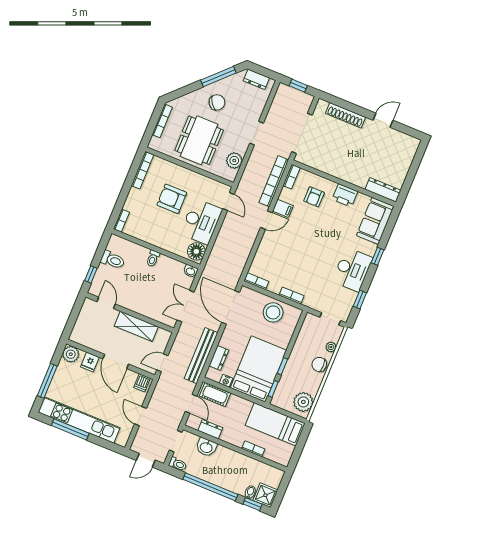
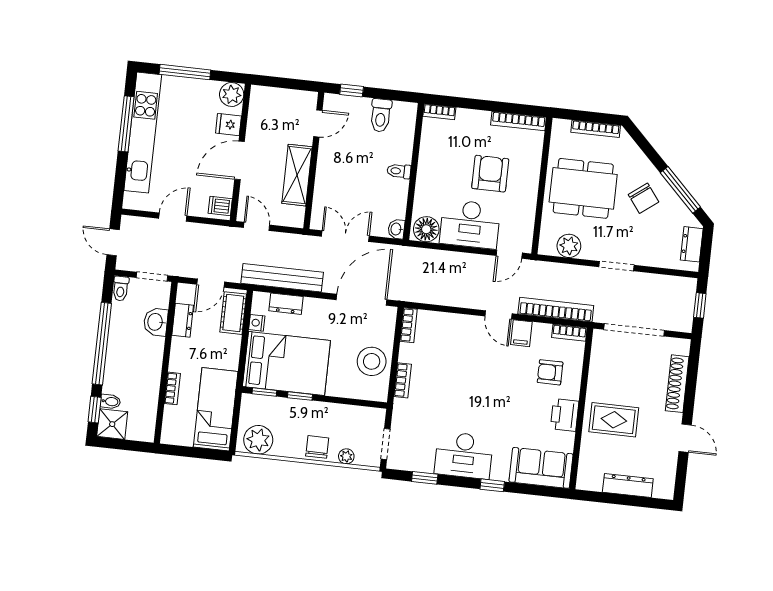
rug: (357, 164) -> (614, 420), added
dresser: (383, 190) -> (628, 485), moved, turned -90

